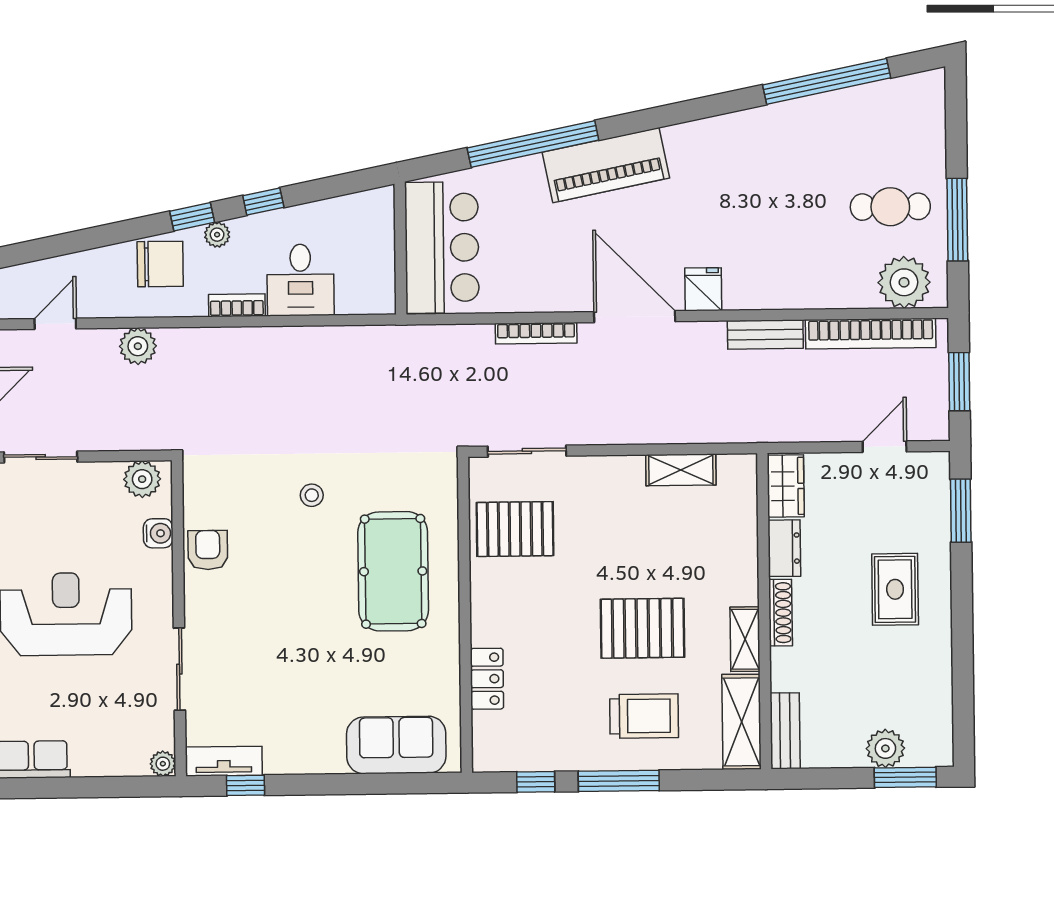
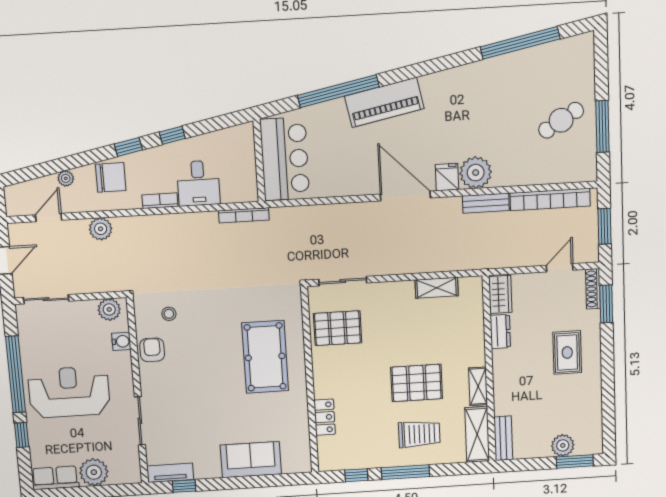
cafe table: (890, 207) -> (561, 120), turned -31
plant: (217, 235) -> (66, 178), moved
plant: (904, 282) -> (476, 173), moved
bookcase: (536, 333) -> (244, 215), moved
stool: (312, 495) -> (169, 314), moved
shoe rack: (781, 613) -> (593, 289), moved, turned 180
sofa: (396, 745) -> (251, 460), moved
plant: (163, 764) -> (94, 472), moved, width x1.88, depth x1.88

